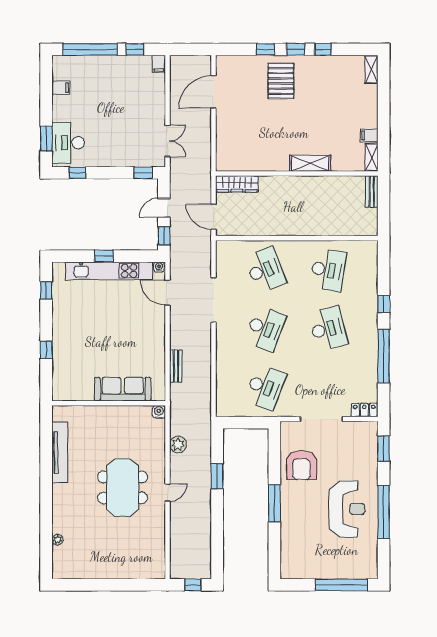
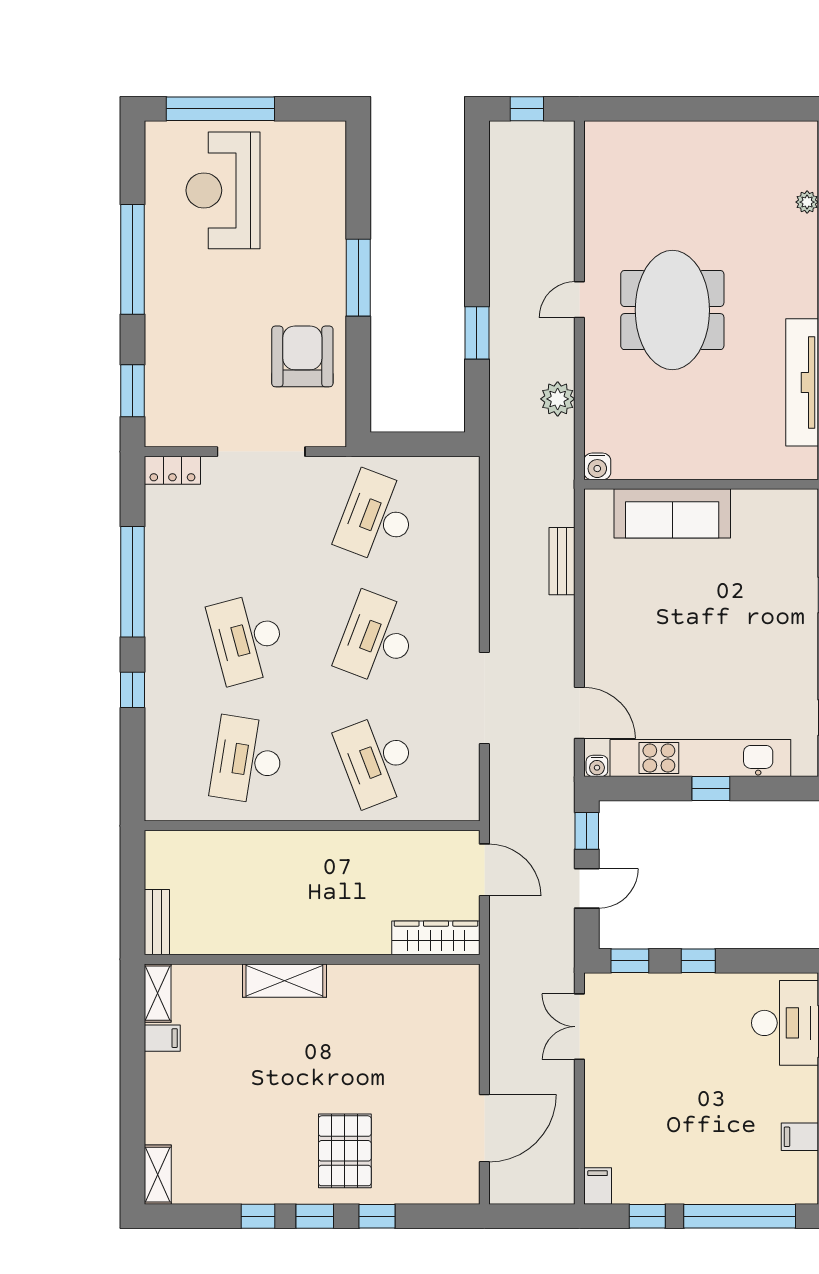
window: (78, 173) -> (698, 961), moved
reception desk: (347, 509) -> (223, 190), moved

